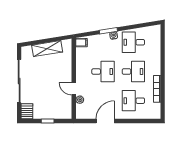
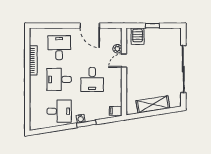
desk: (103, 71) -> (92, 79), turned -90
door: (74, 89) -> (124, 61), swing flipped
desk: (133, 101) -> (59, 48), turned -90
server rack: (27, 111) -> (138, 36), moved
door: (105, 121) -> (90, 26), hinge flipped

